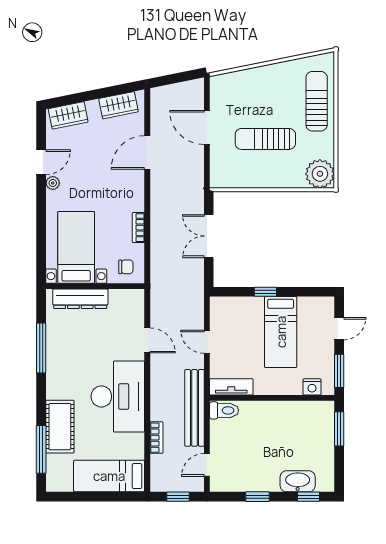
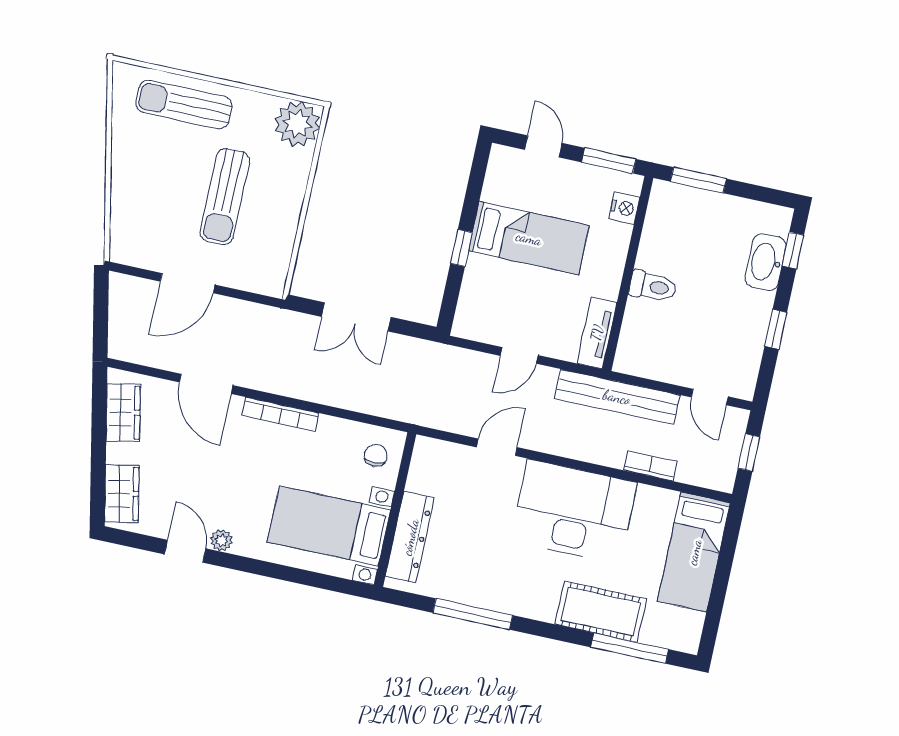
bookcase: (138, 228) -> (281, 414), moved, width x1.56
toilet: (224, 410) -> (653, 286), moved, turned 90

